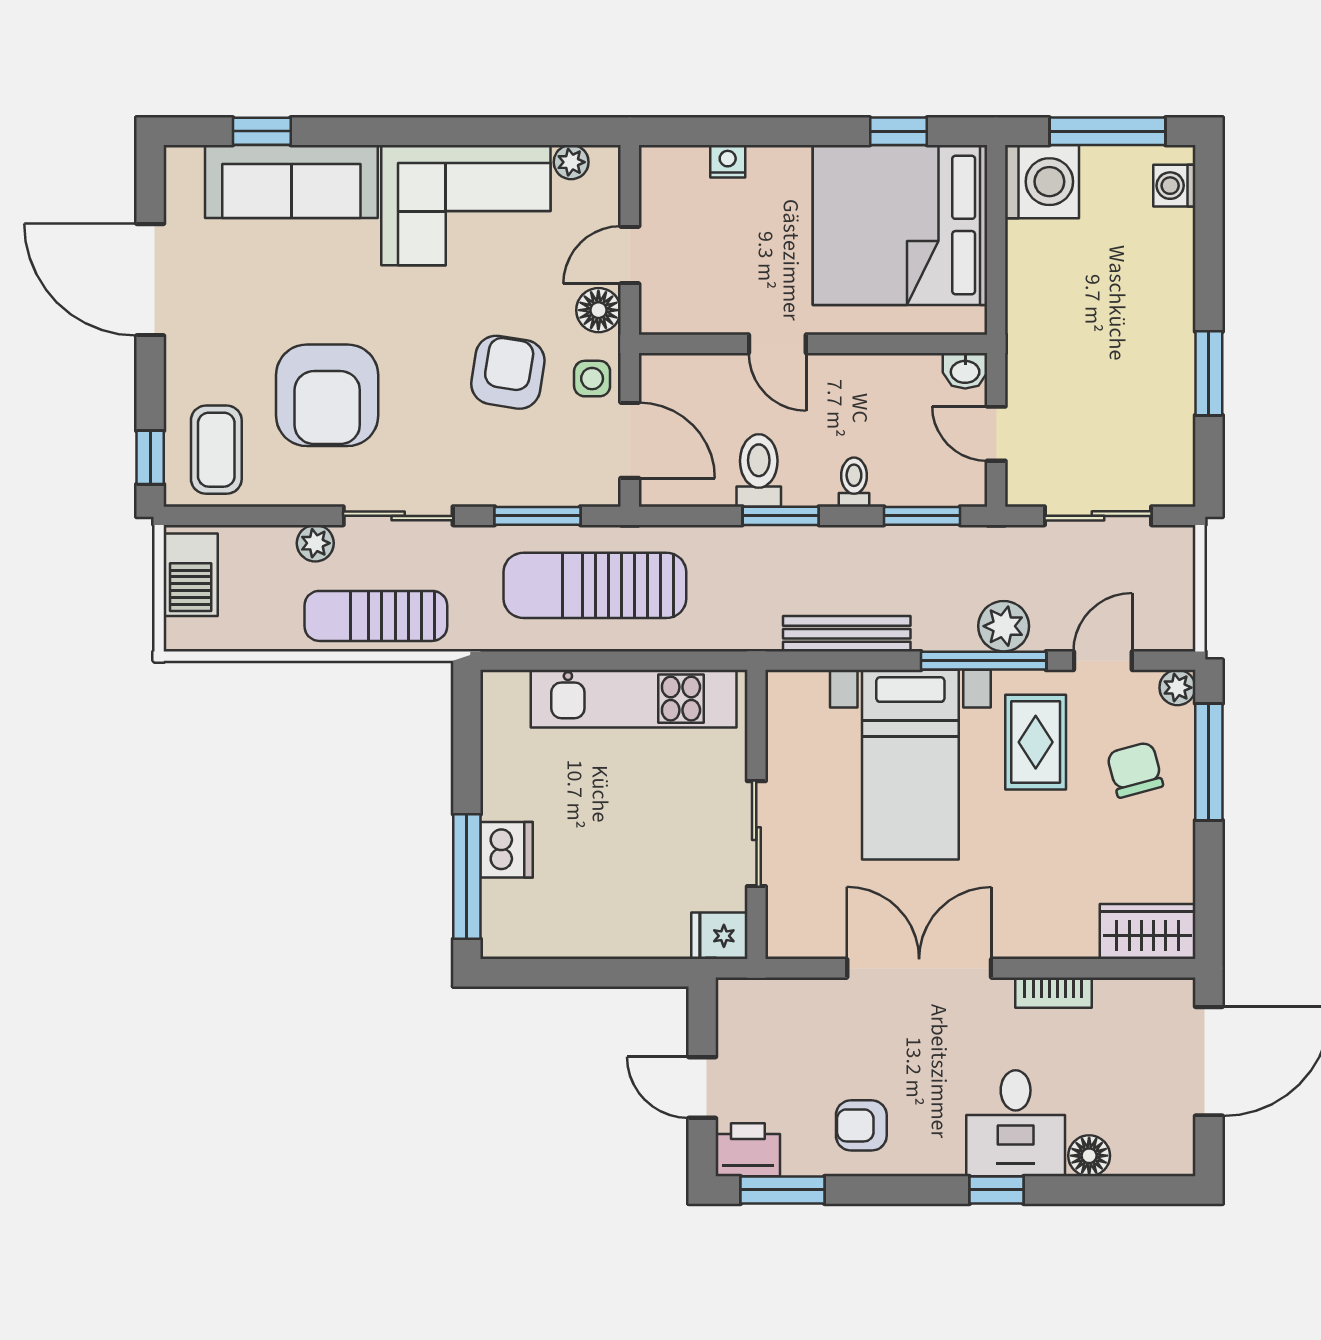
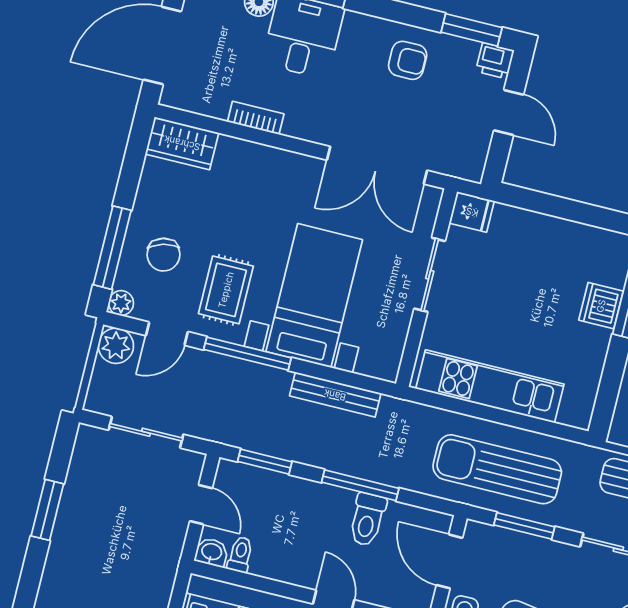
toilet: (854, 482) -> (240, 555), moved, turned 180
window: (781, 516) -> (360, 485), width x1.44
sun lounger: (595, 585) -> (497, 469), turned 180
plant: (1004, 626) -> (116, 346), moved
double door: (919, 968) -> (377, 165), moved
printer: (748, 1150) -> (495, 61), width x0.73, depth x0.81

